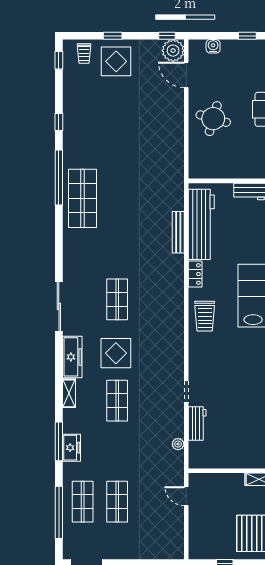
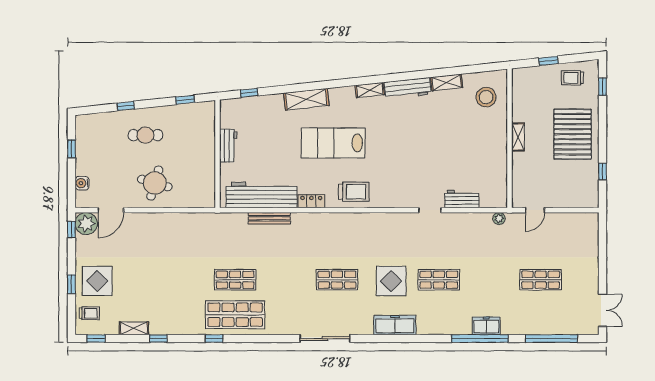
window: (59, 177) -> (214, 339), width x0.32
sliding door: (59, 306) -> (325, 339), moved
shelving: (69, 393) -> (134, 328), moved
window: (59, 441) -> (480, 339), width x1.46
plant: (178, 444) -> (499, 218), moved
shop shelf: (83, 502) -> (235, 280), moved

